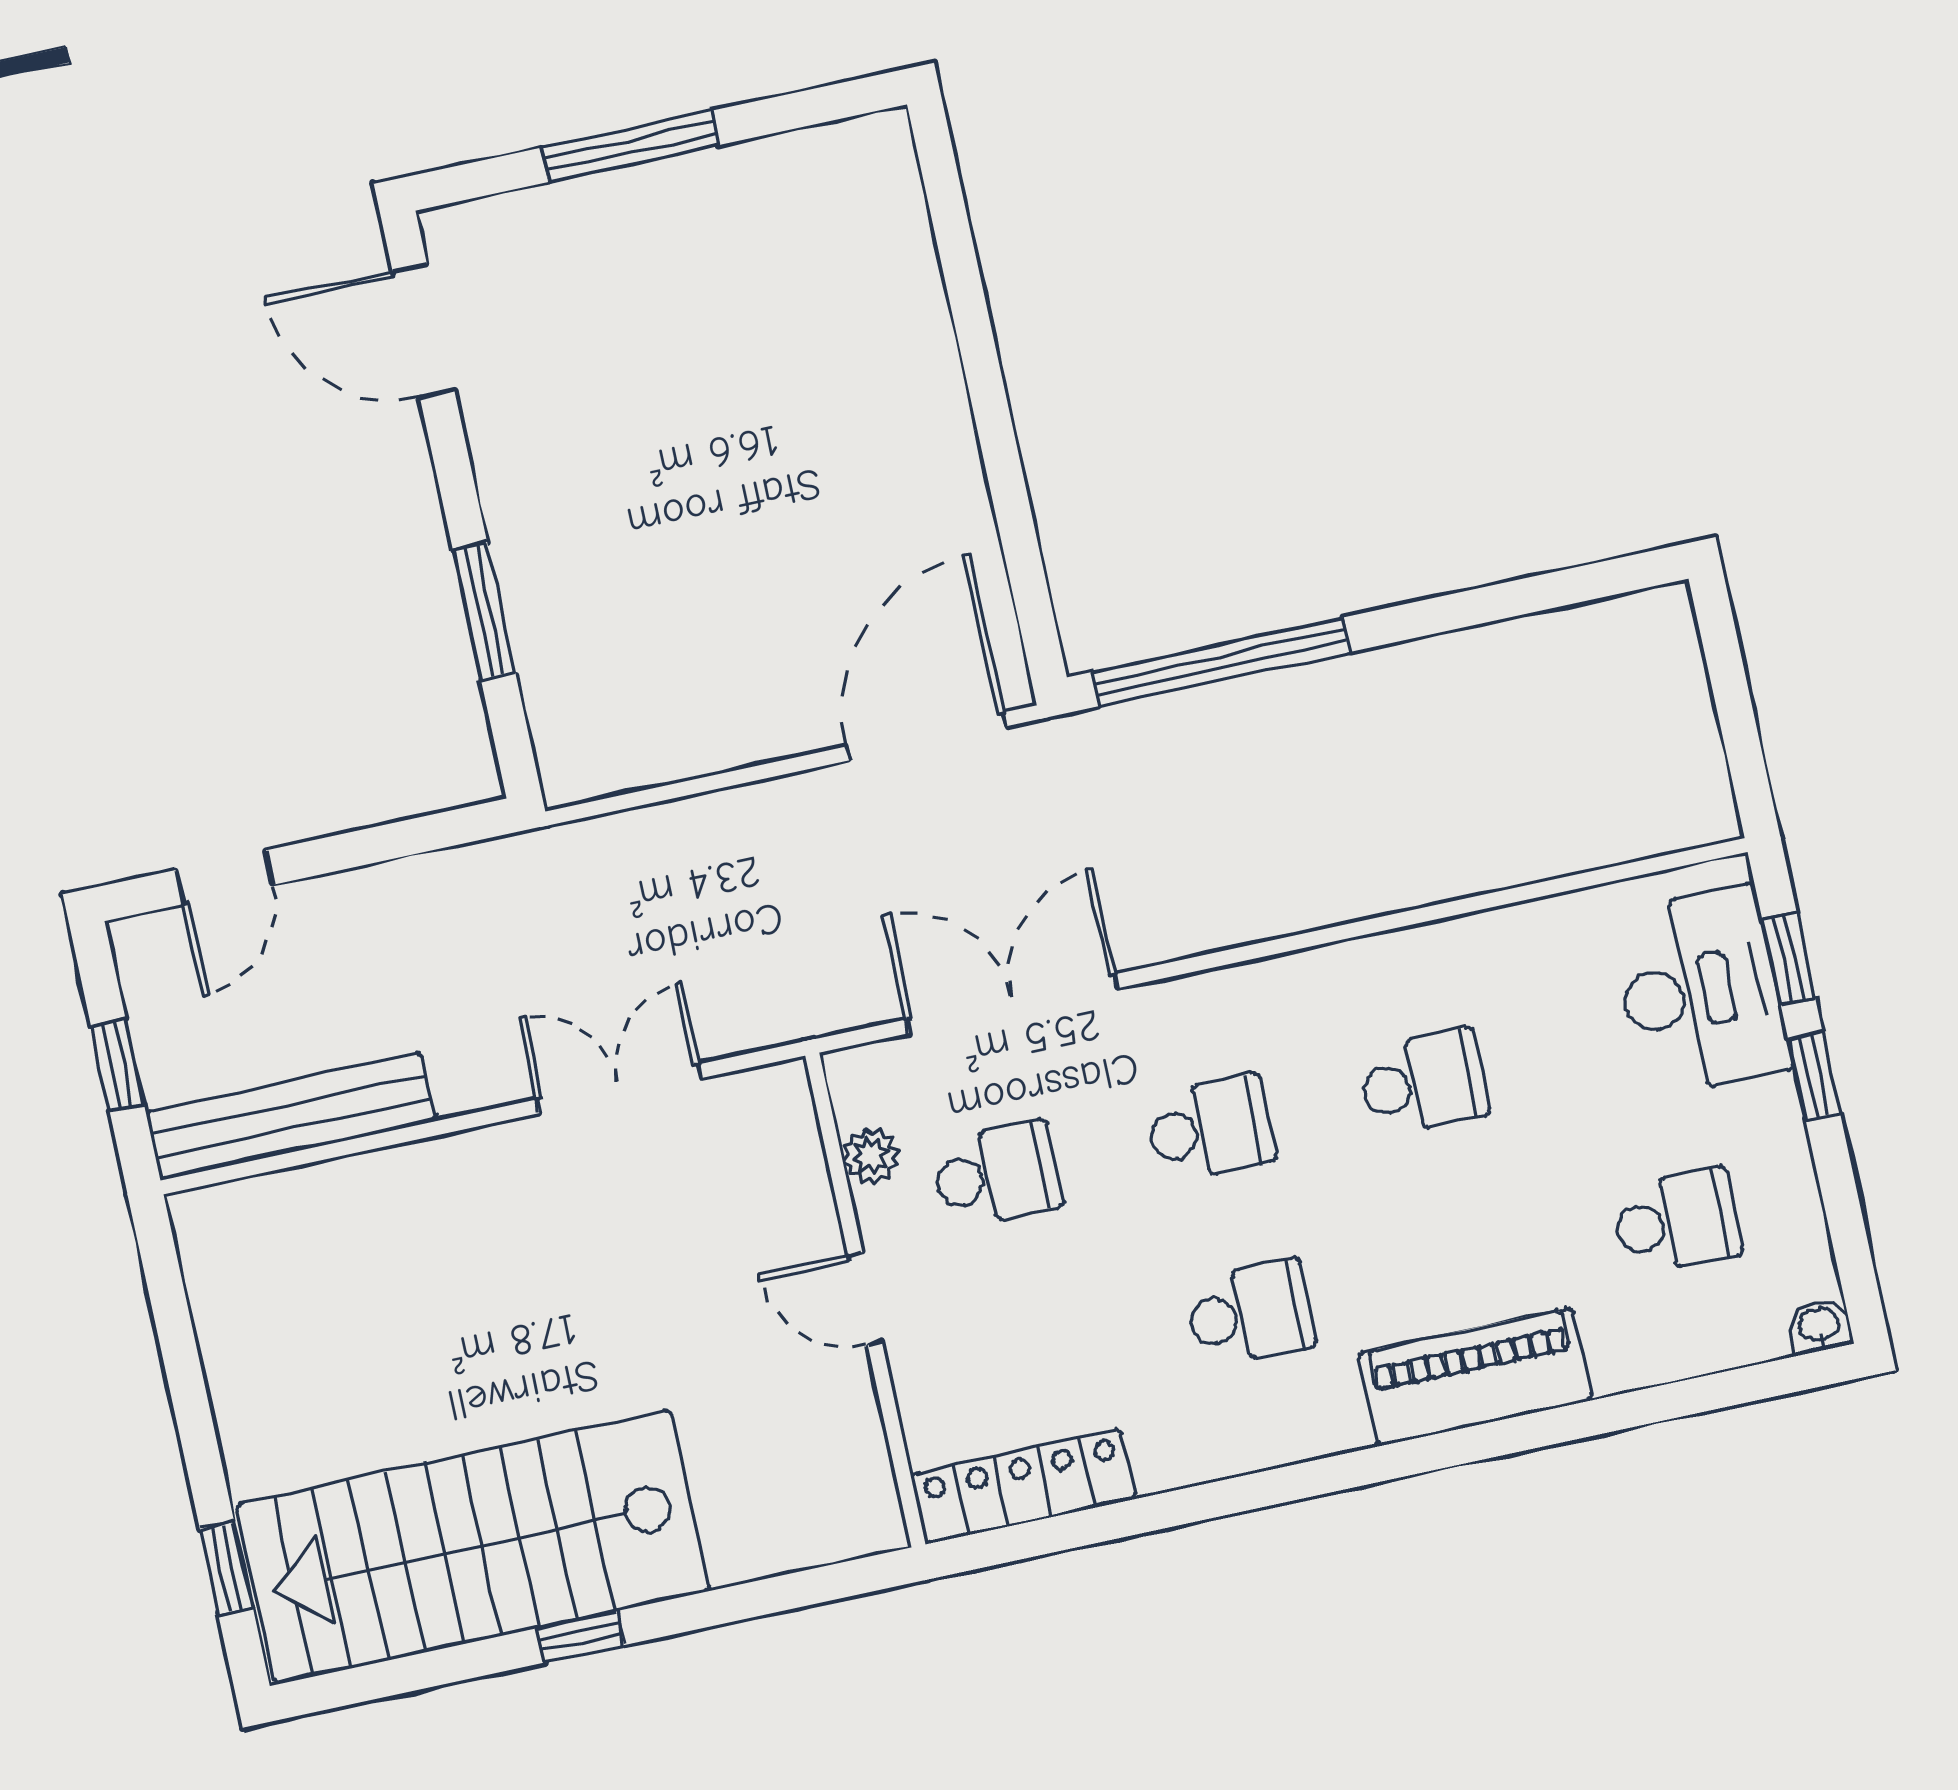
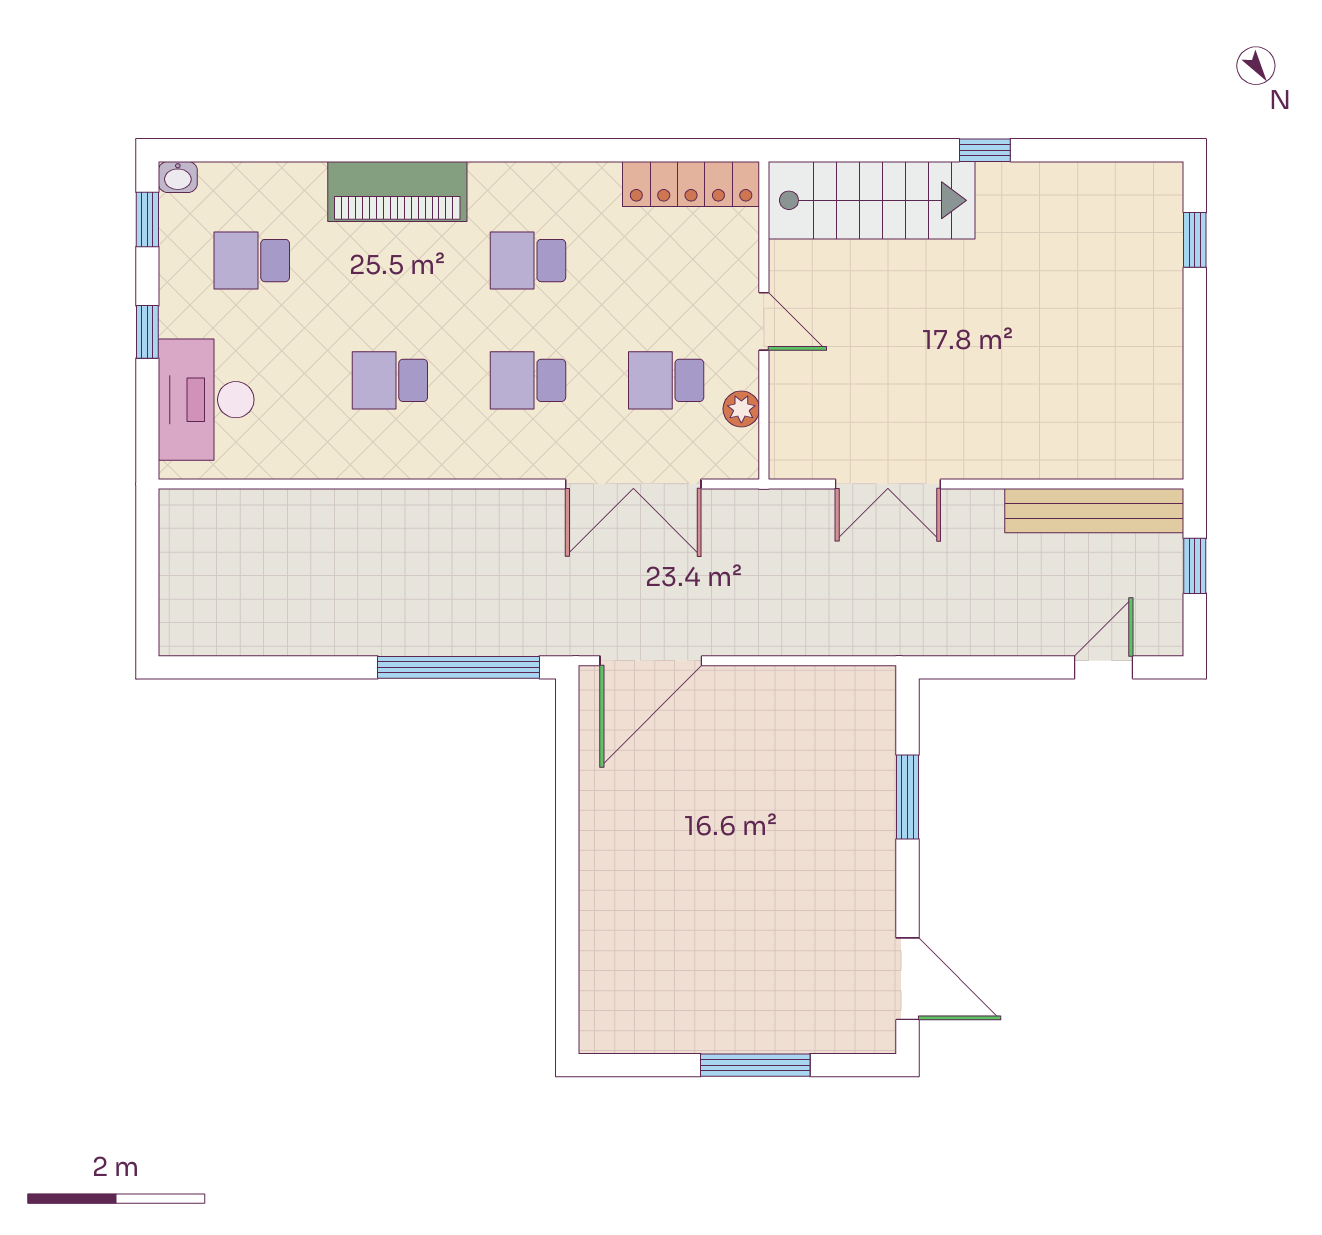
window: (1789, 959) -> (147, 219), moved
stairs: (473, 1547) -> (872, 200), moved, width x0.73, depth x0.66

